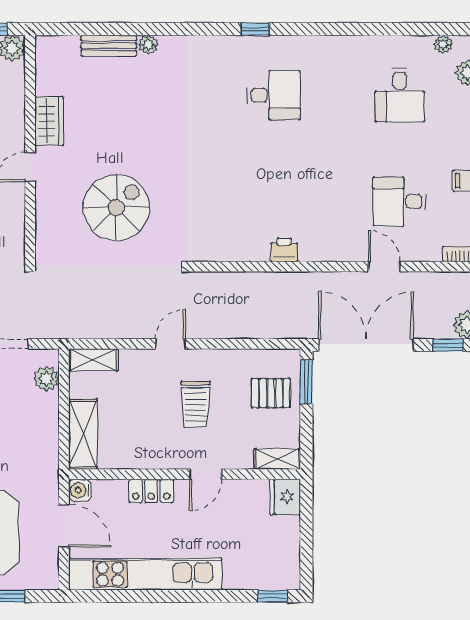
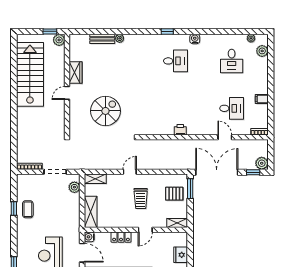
water cooler: (317, 46) -> (195, 39), added
desk: (400, 202) -> (232, 108), turned 180
fridge: (285, 497) -> (181, 255), moved

